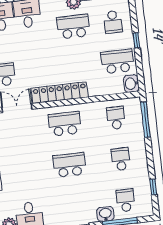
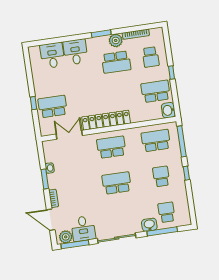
school desk: (73, 27) -> (116, 62), turned 180
school desk: (116, 118) -> (156, 141), width x1.85
window: (153, 187) -> (186, 173), moved

